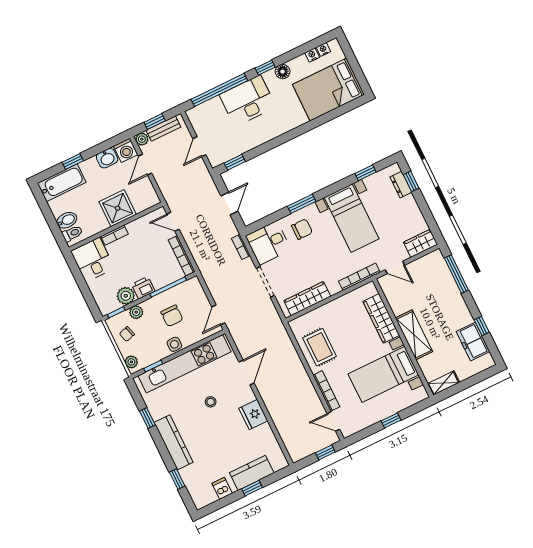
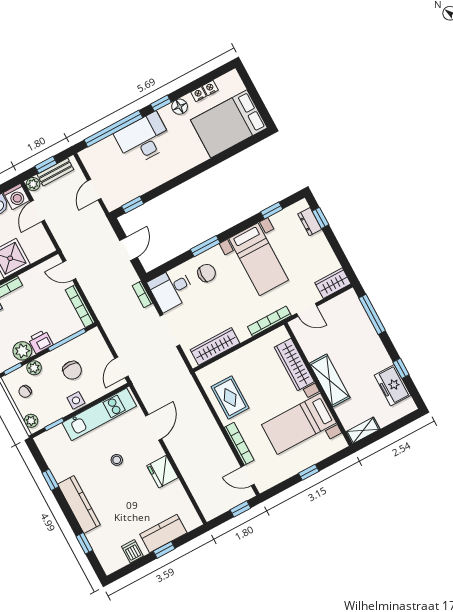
nightstand: (323, 49) -> (198, 94), moved
kitchen unit: (185, 364) -> (99, 414), width x0.73

